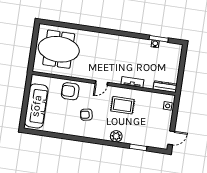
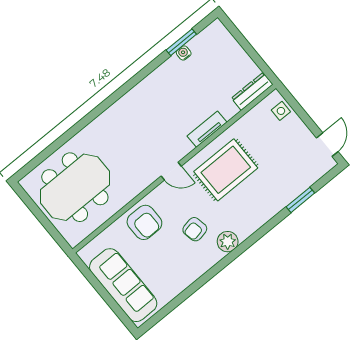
door: (101, 83) -> (171, 171), hinge flipped
armchair: (70, 91) -> (144, 222), turned -90
rug: (123, 105) -> (226, 170), width x1.36, depth x1.43
plant: (116, 136) -> (228, 242), moved

